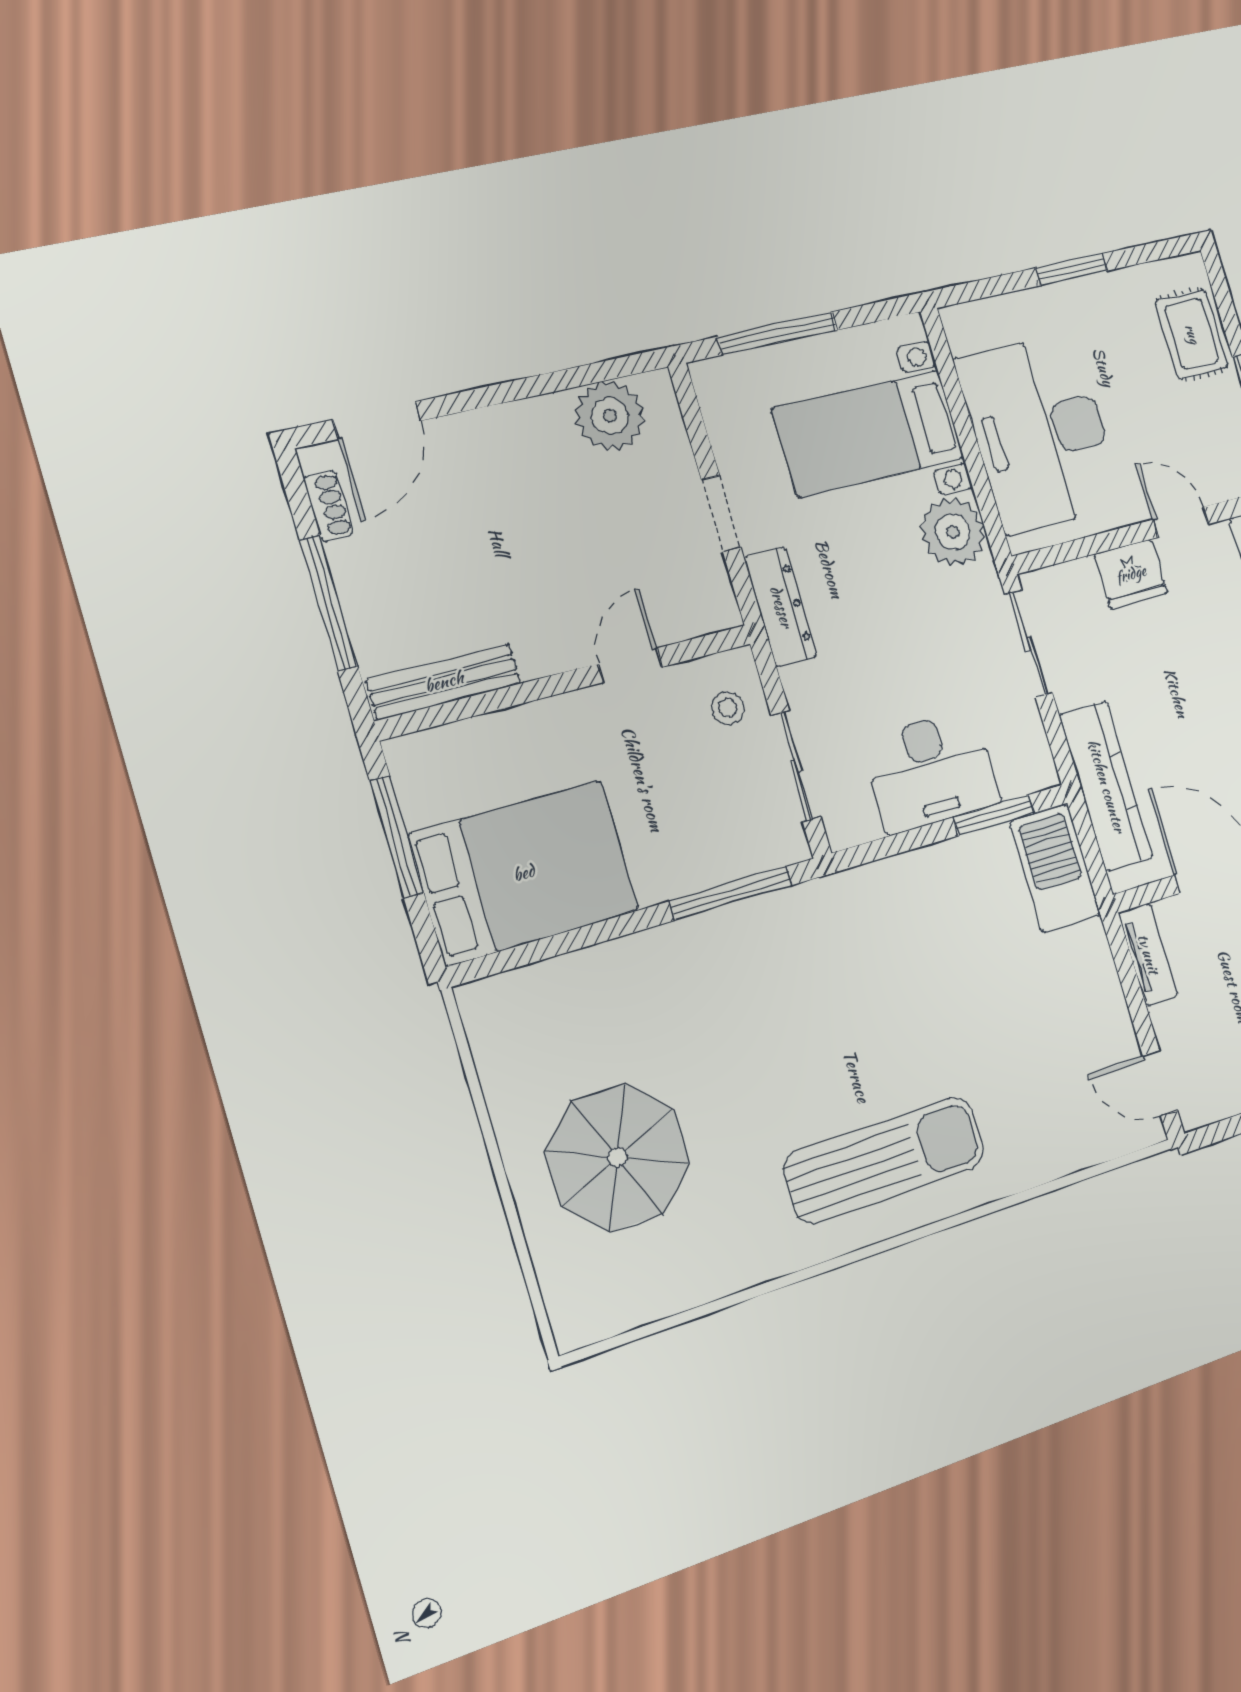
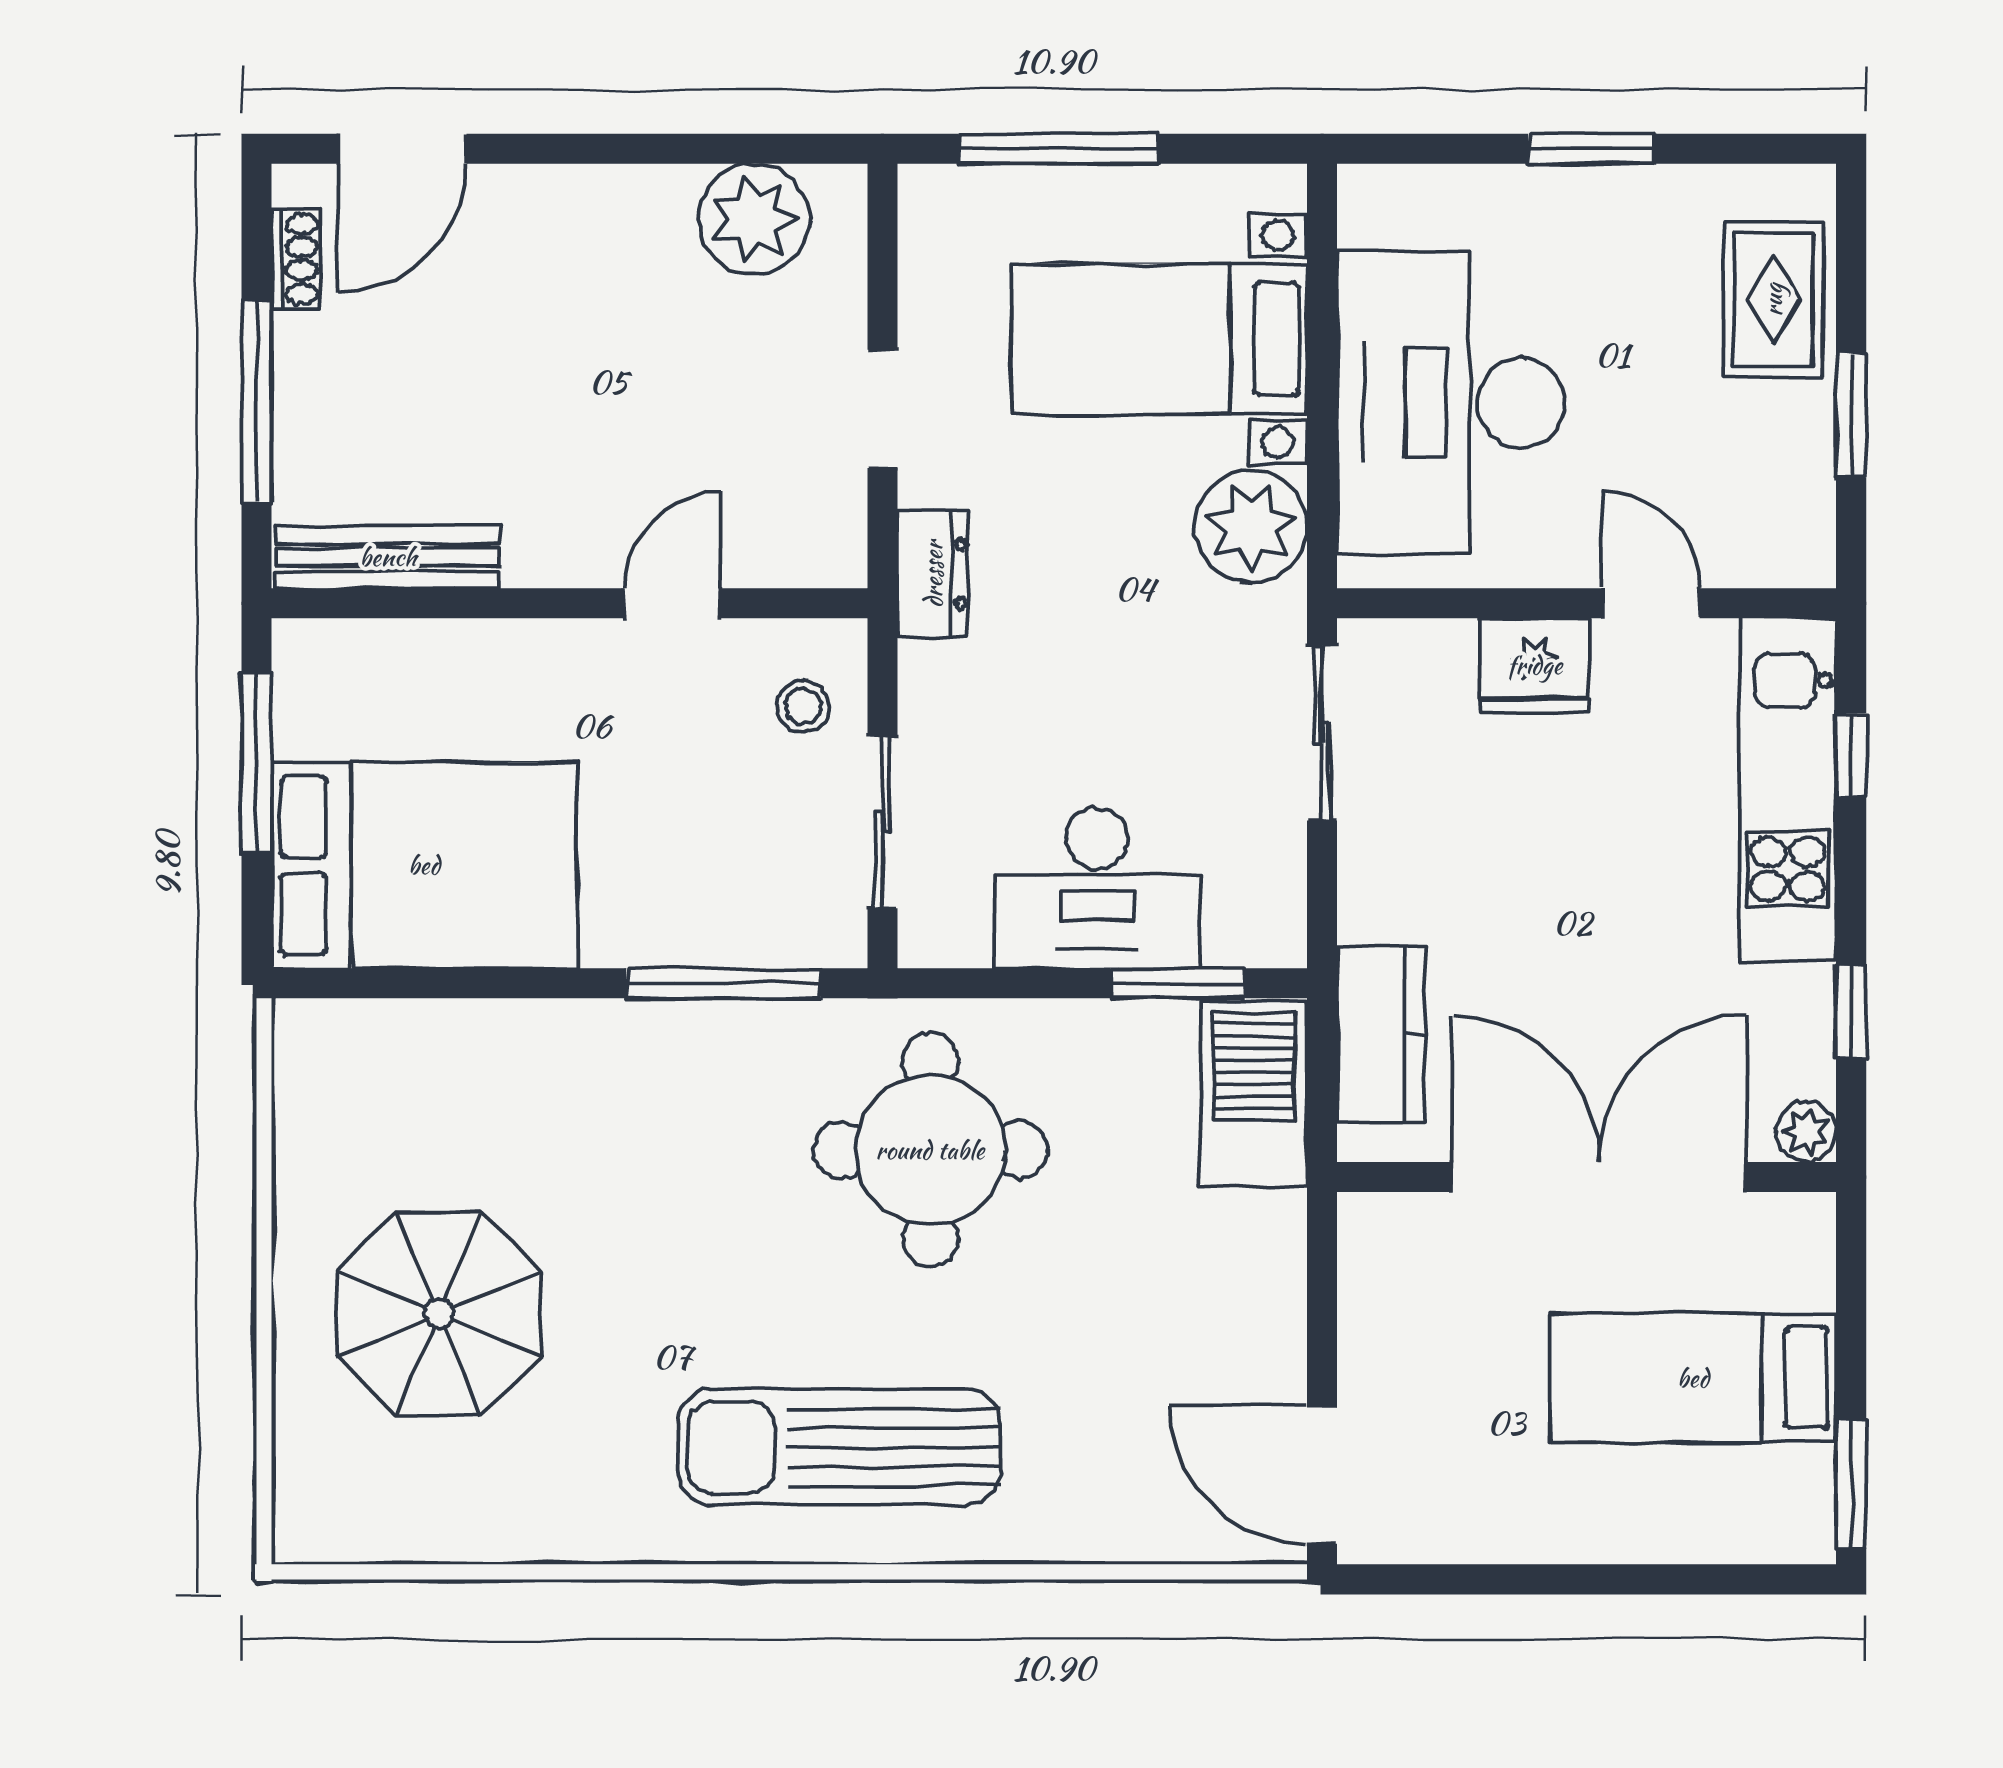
dresser: (781, 607) -> (933, 574), width x0.70
kitchen counter: (1106, 786) -> (1381, 1034), width x0.67
tv unit: (1148, 954) -> (1367, 1271), removed
round table: (883, 959) -> (930, 1150), added
door: (1160, 1083) -> (1322, 1475), width x1.37
sun lounger: (885, 1160) -> (839, 1447), turned 180

